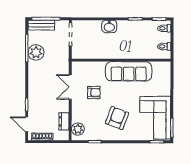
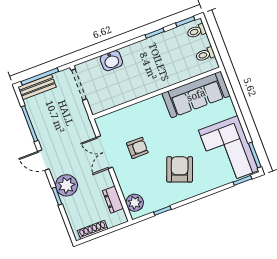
washbasin: (109, 26) -> (111, 61), moved
plant: (36, 52) -> (66, 185), moved
sofa: (129, 71) -> (196, 95), moved
door: (27, 124) -> (43, 160), moved

